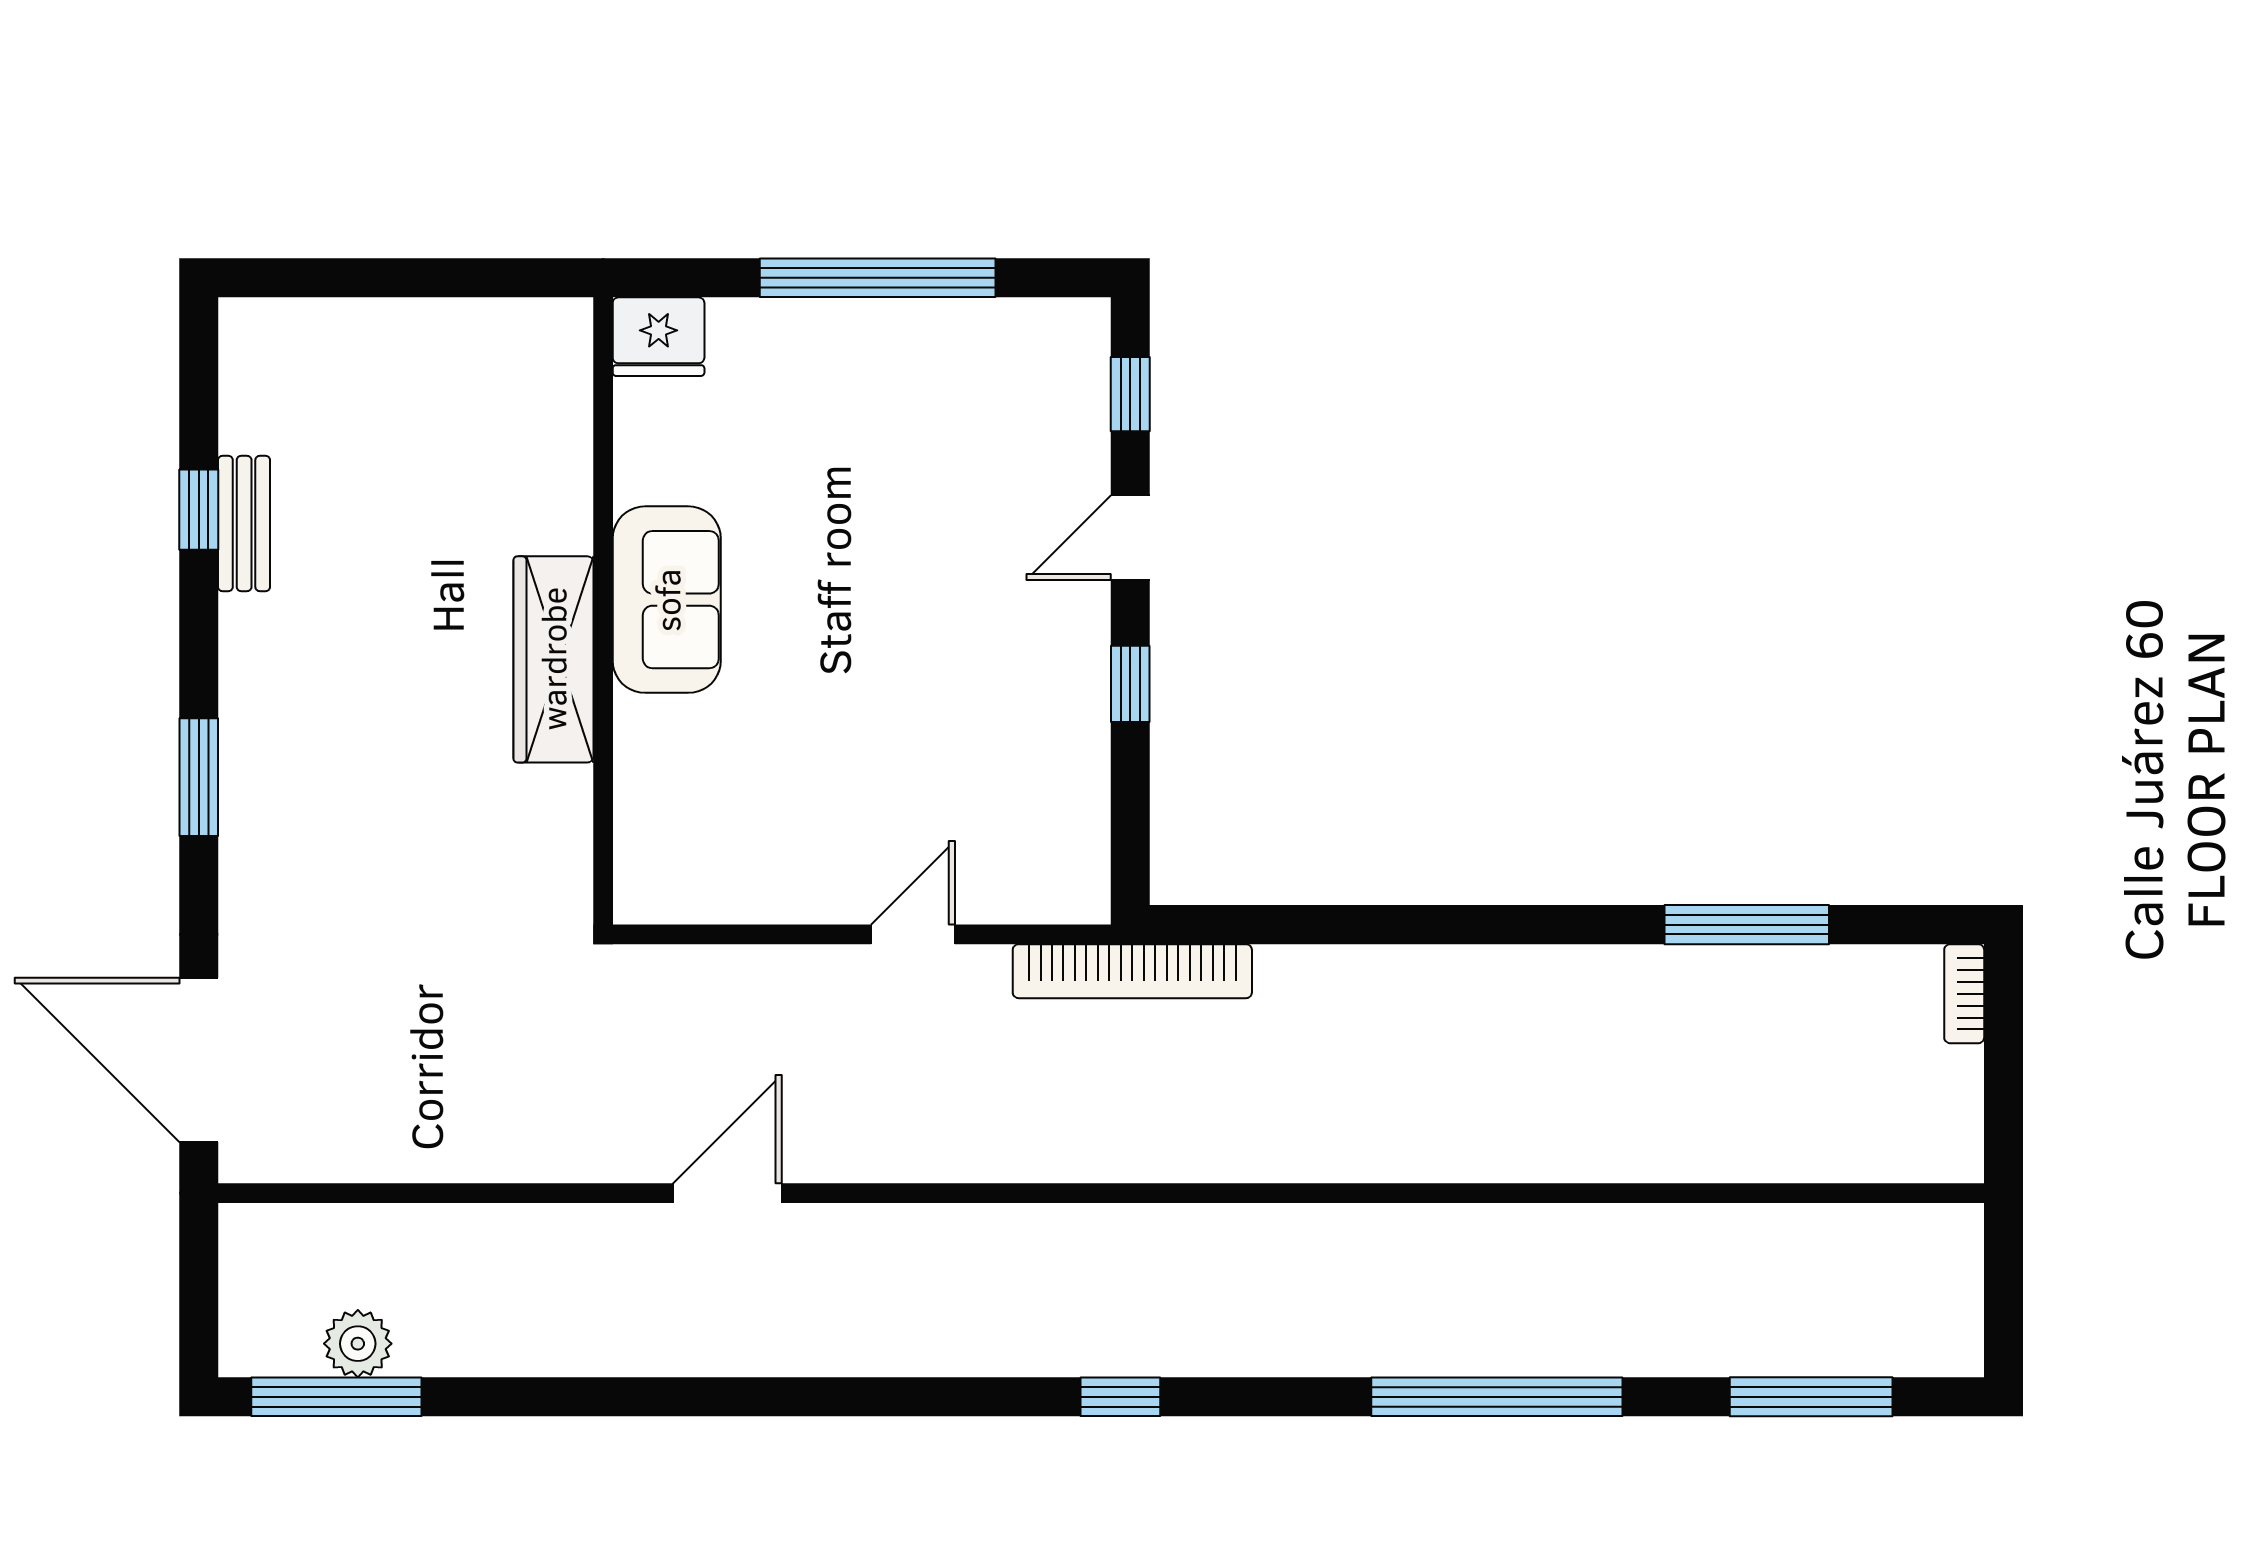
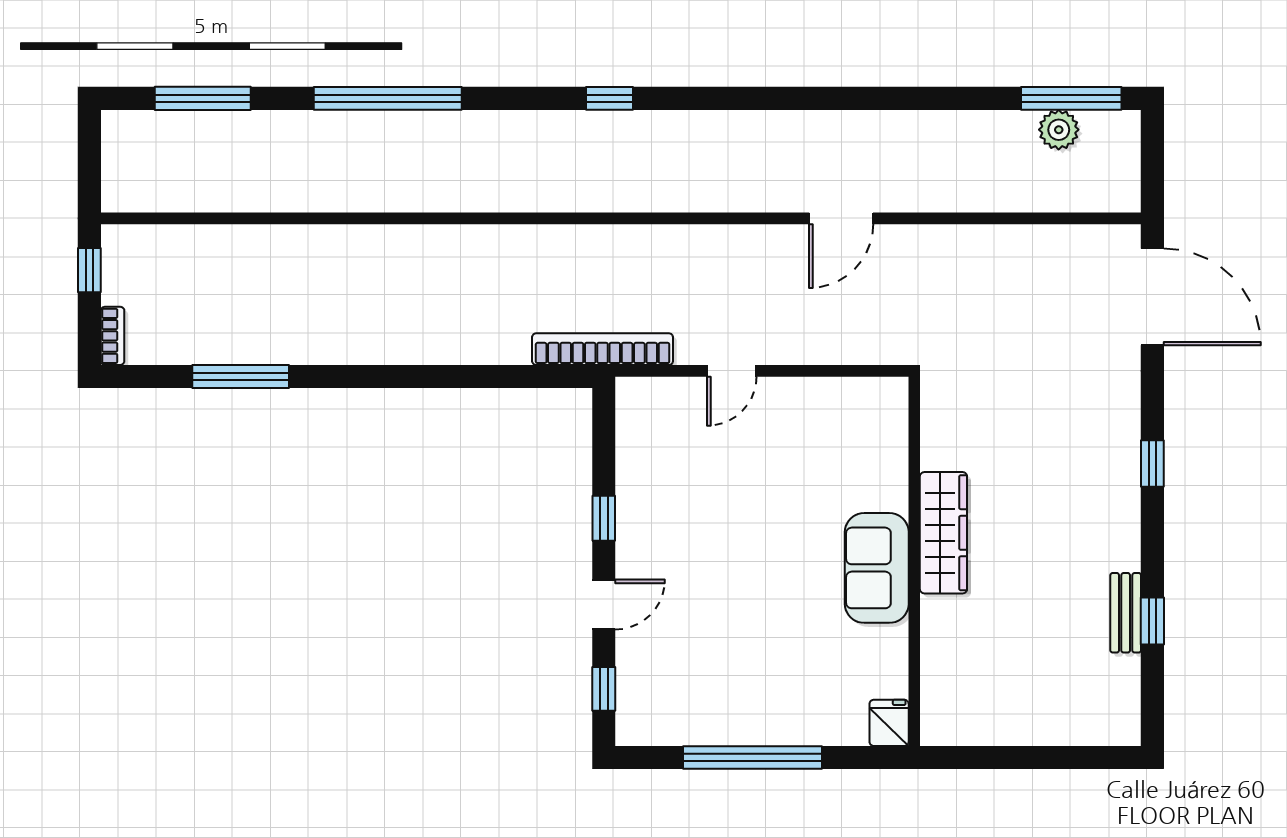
fridge: (659, 337) -> (889, 723), width x0.72
window: (199, 777) -> (1152, 463), width x0.67
window: (2003, 1105) -> (89, 270), added

